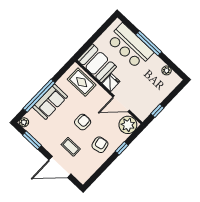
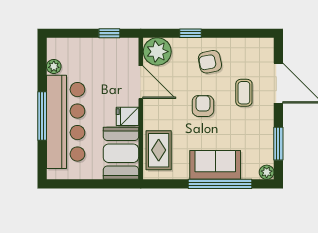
bar counter: (130, 46) -> (66, 122), width x1.36
armchair: (83, 122) -> (203, 106), turned 90

